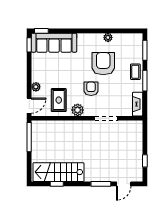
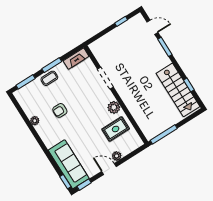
armchair: (103, 64) -> (60, 110), width x0.53, depth x0.53
armchair: (91, 89) -> (88, 107), removed
door: (29, 106) -> (109, 169), moved

